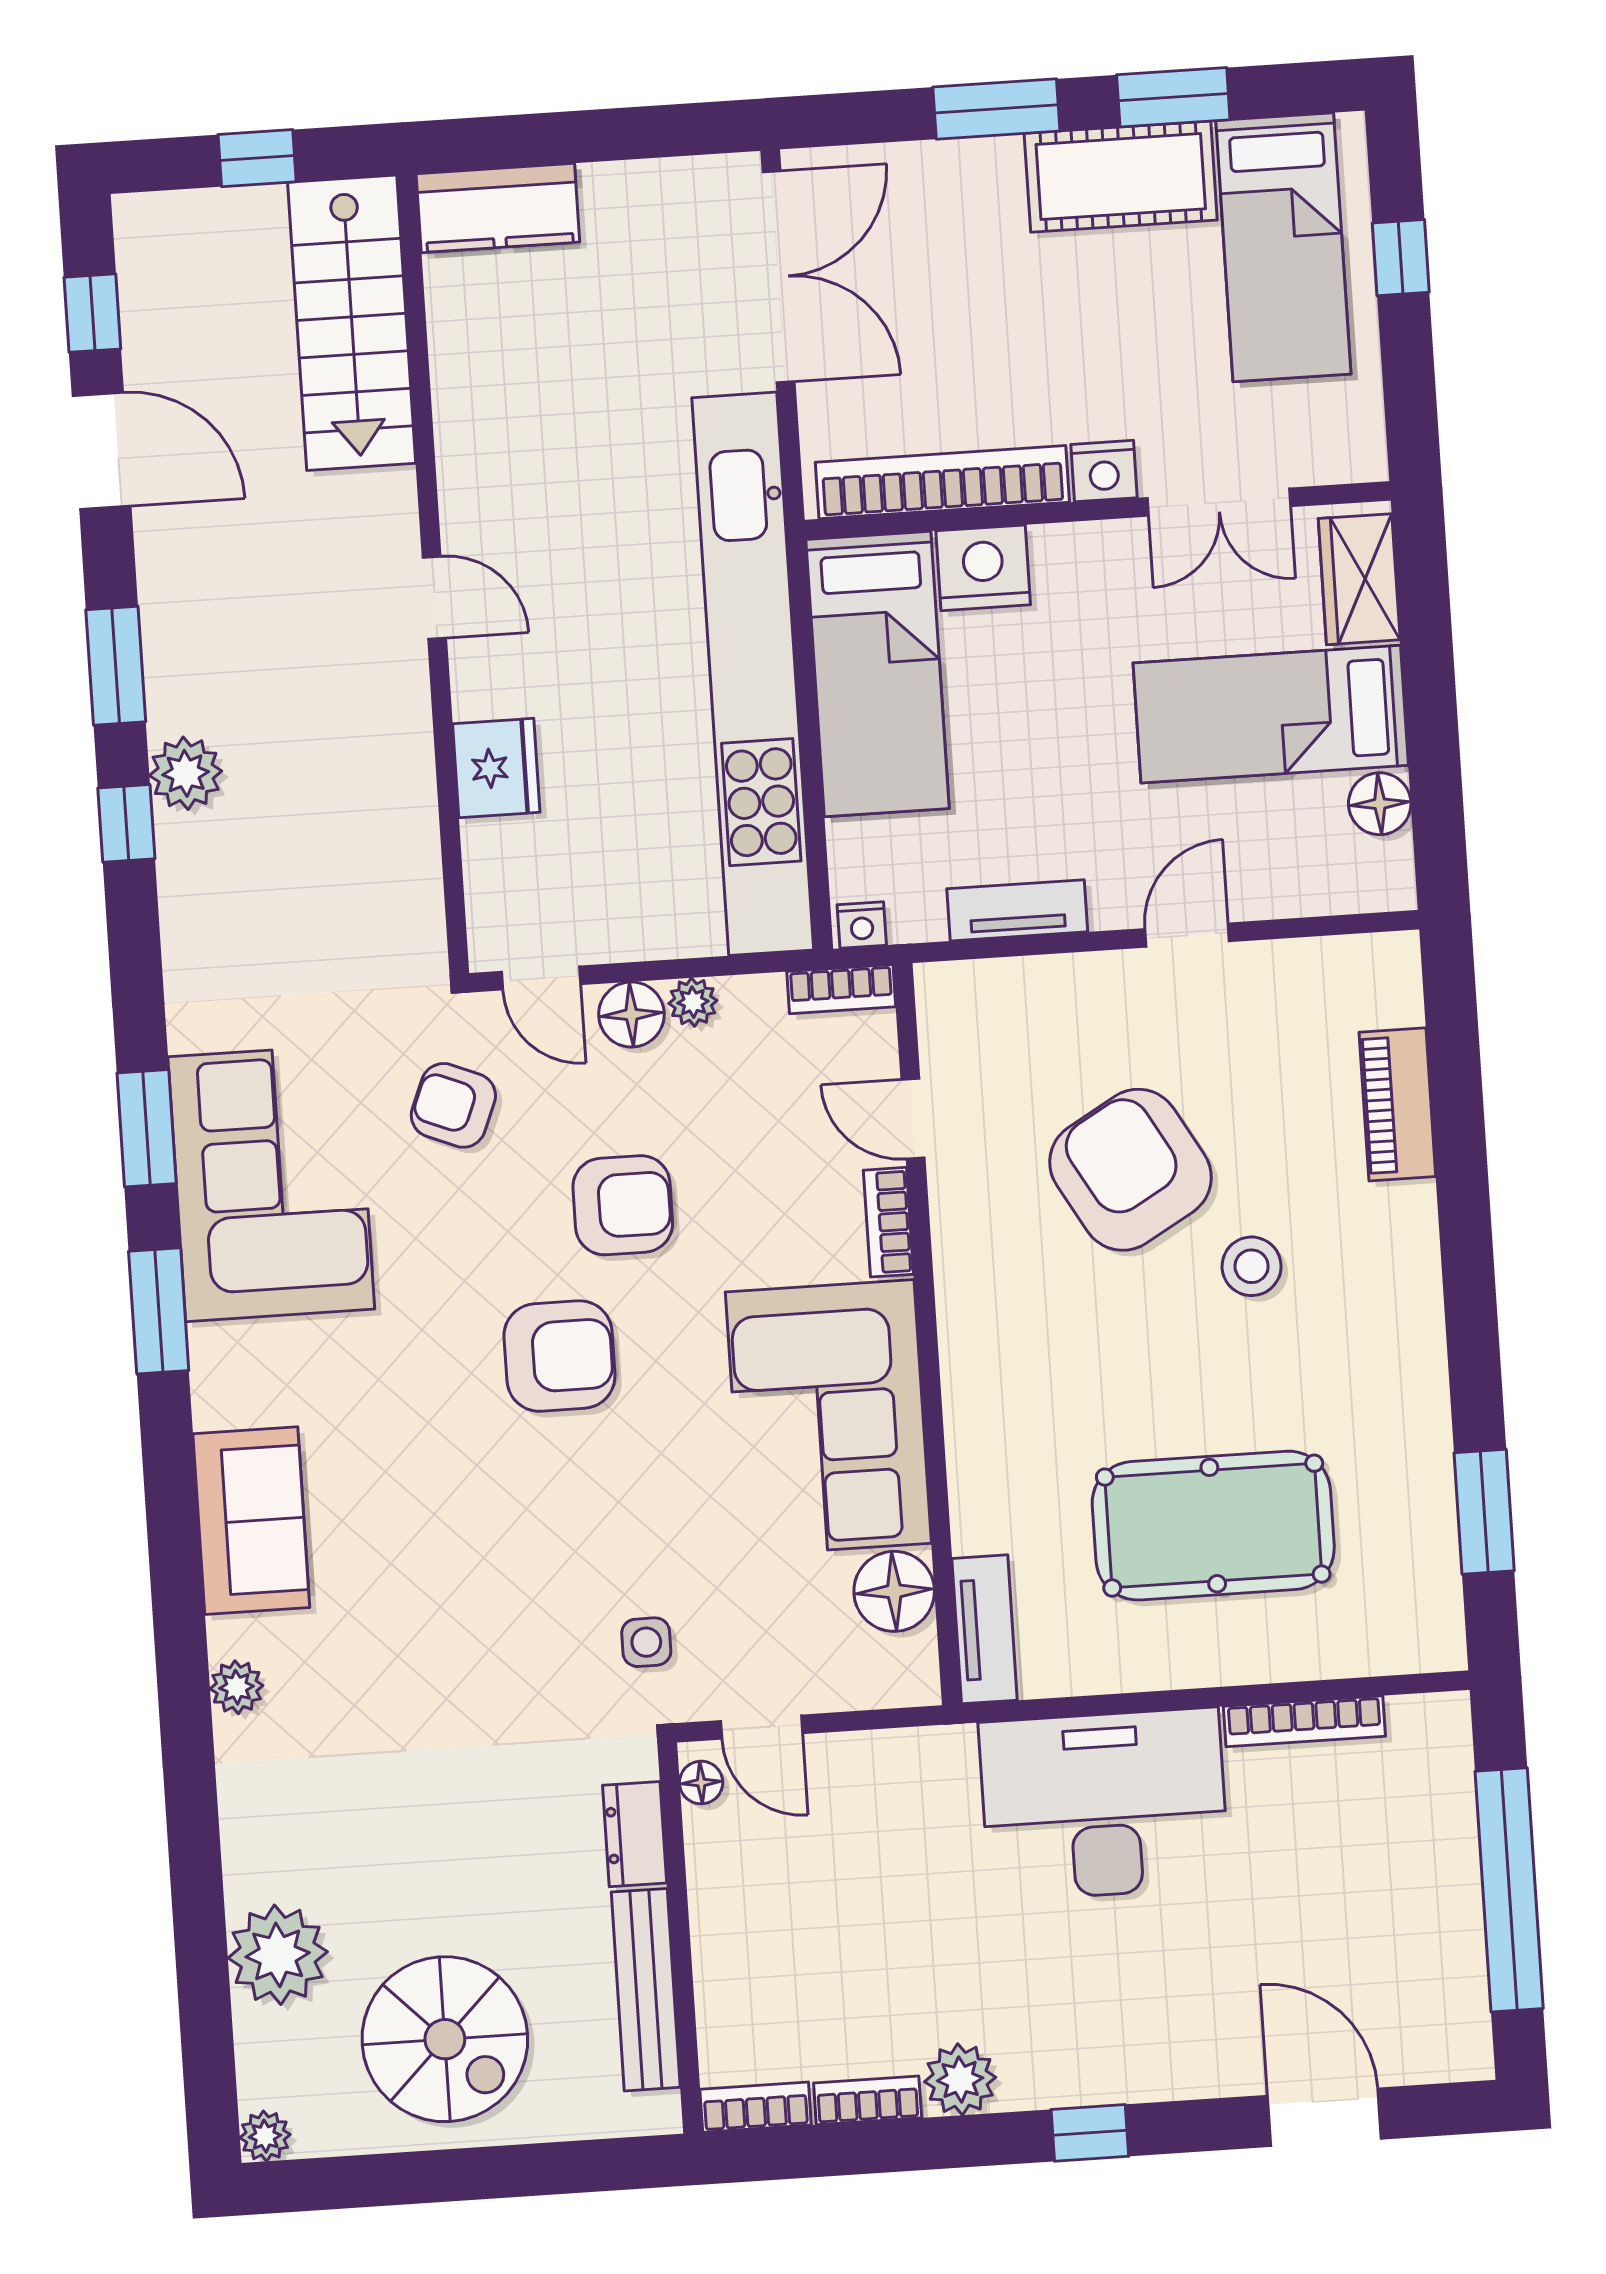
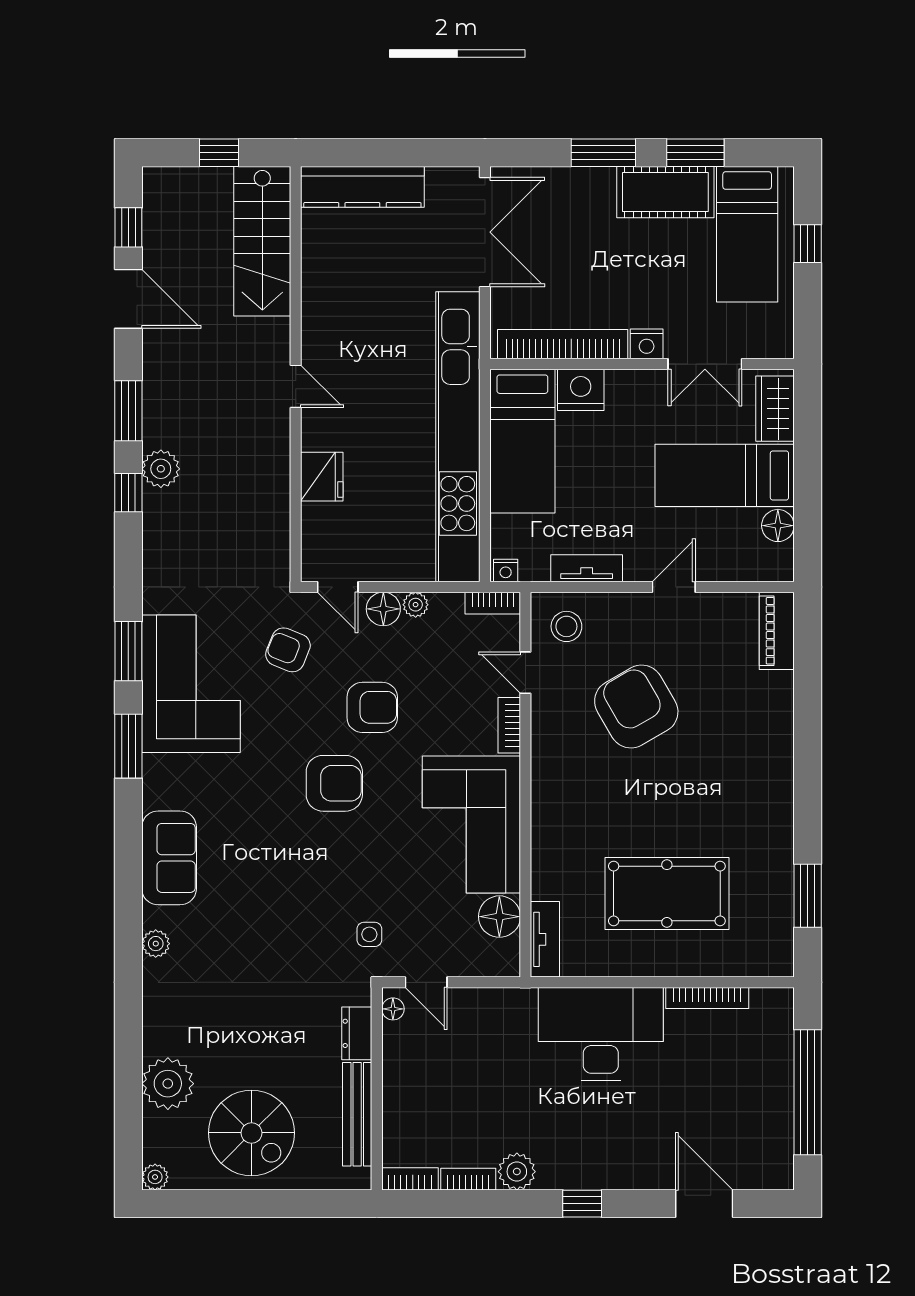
kitchen counter: (498, 208) -> (362, 187), width x1.50
piano: (1397, 1104) -> (777, 631), moved
stool: (1252, 1266) -> (566, 626), moved

